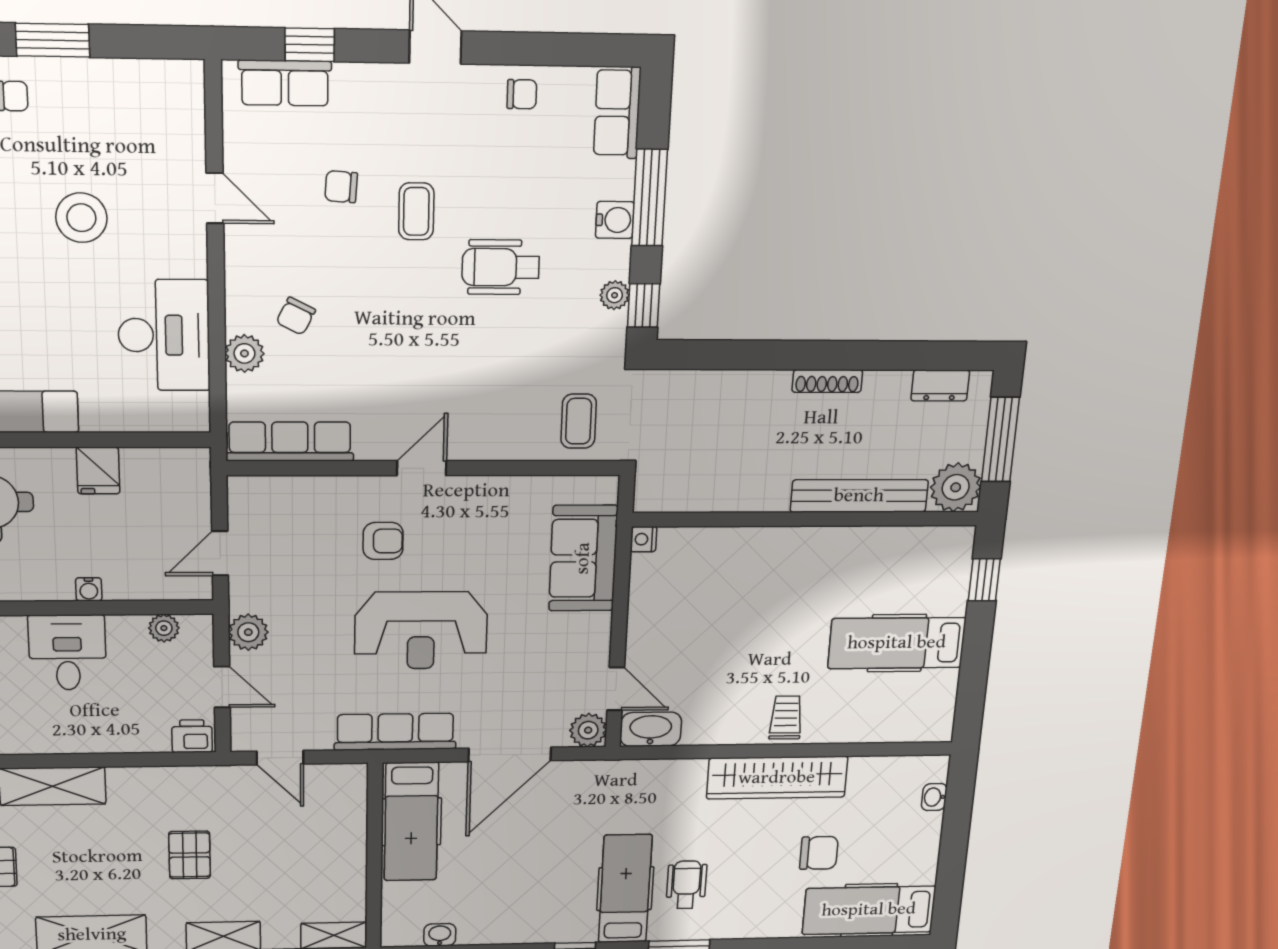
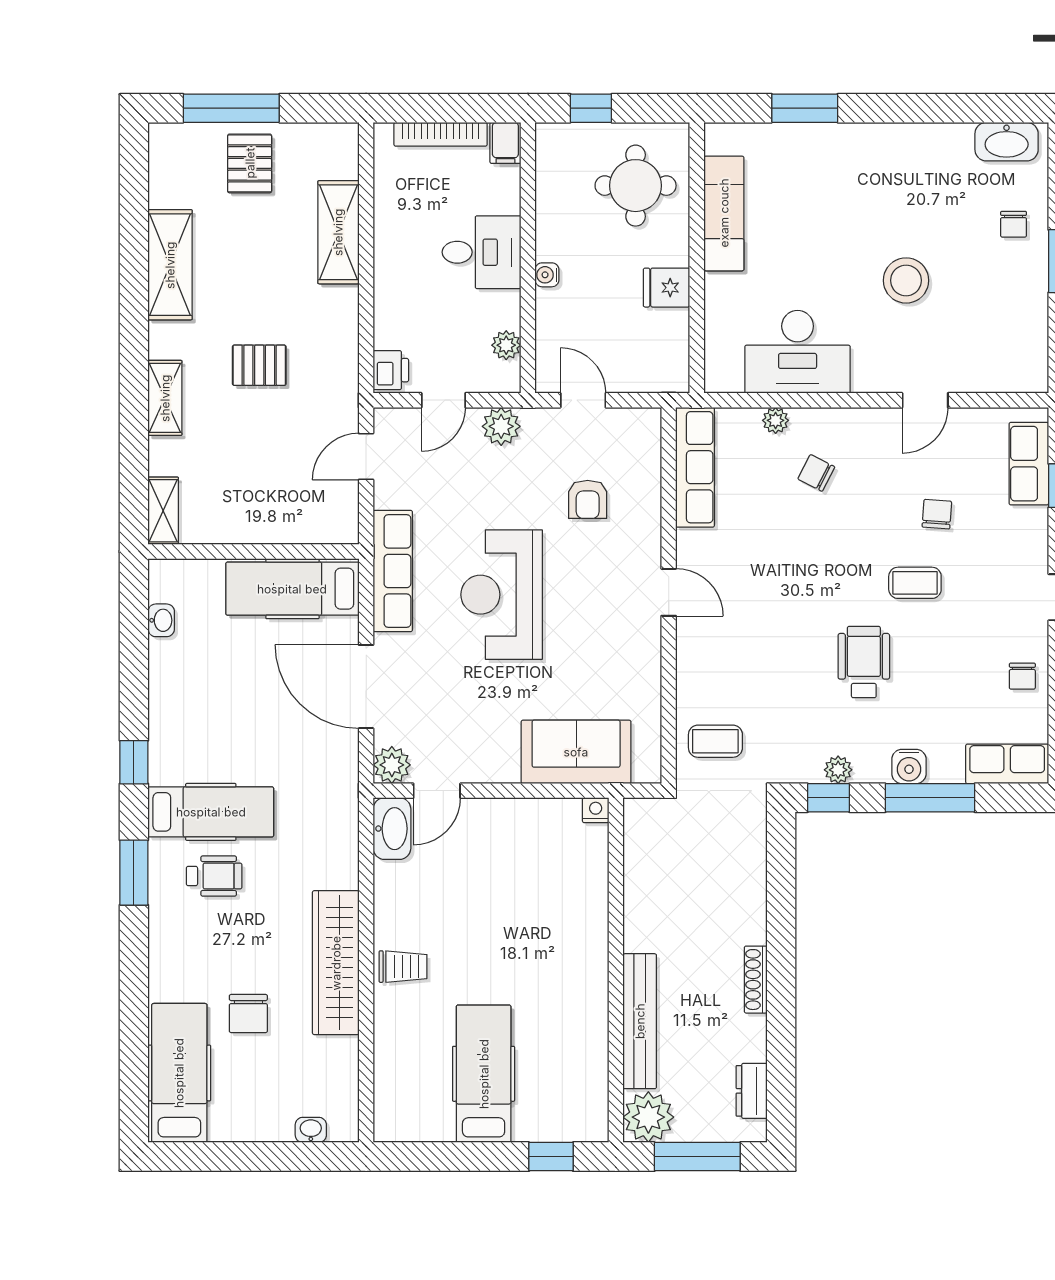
plant: (244, 353) -> (776, 420), width x0.73, depth x0.73
armchair: (383, 541) -> (588, 499), moved

